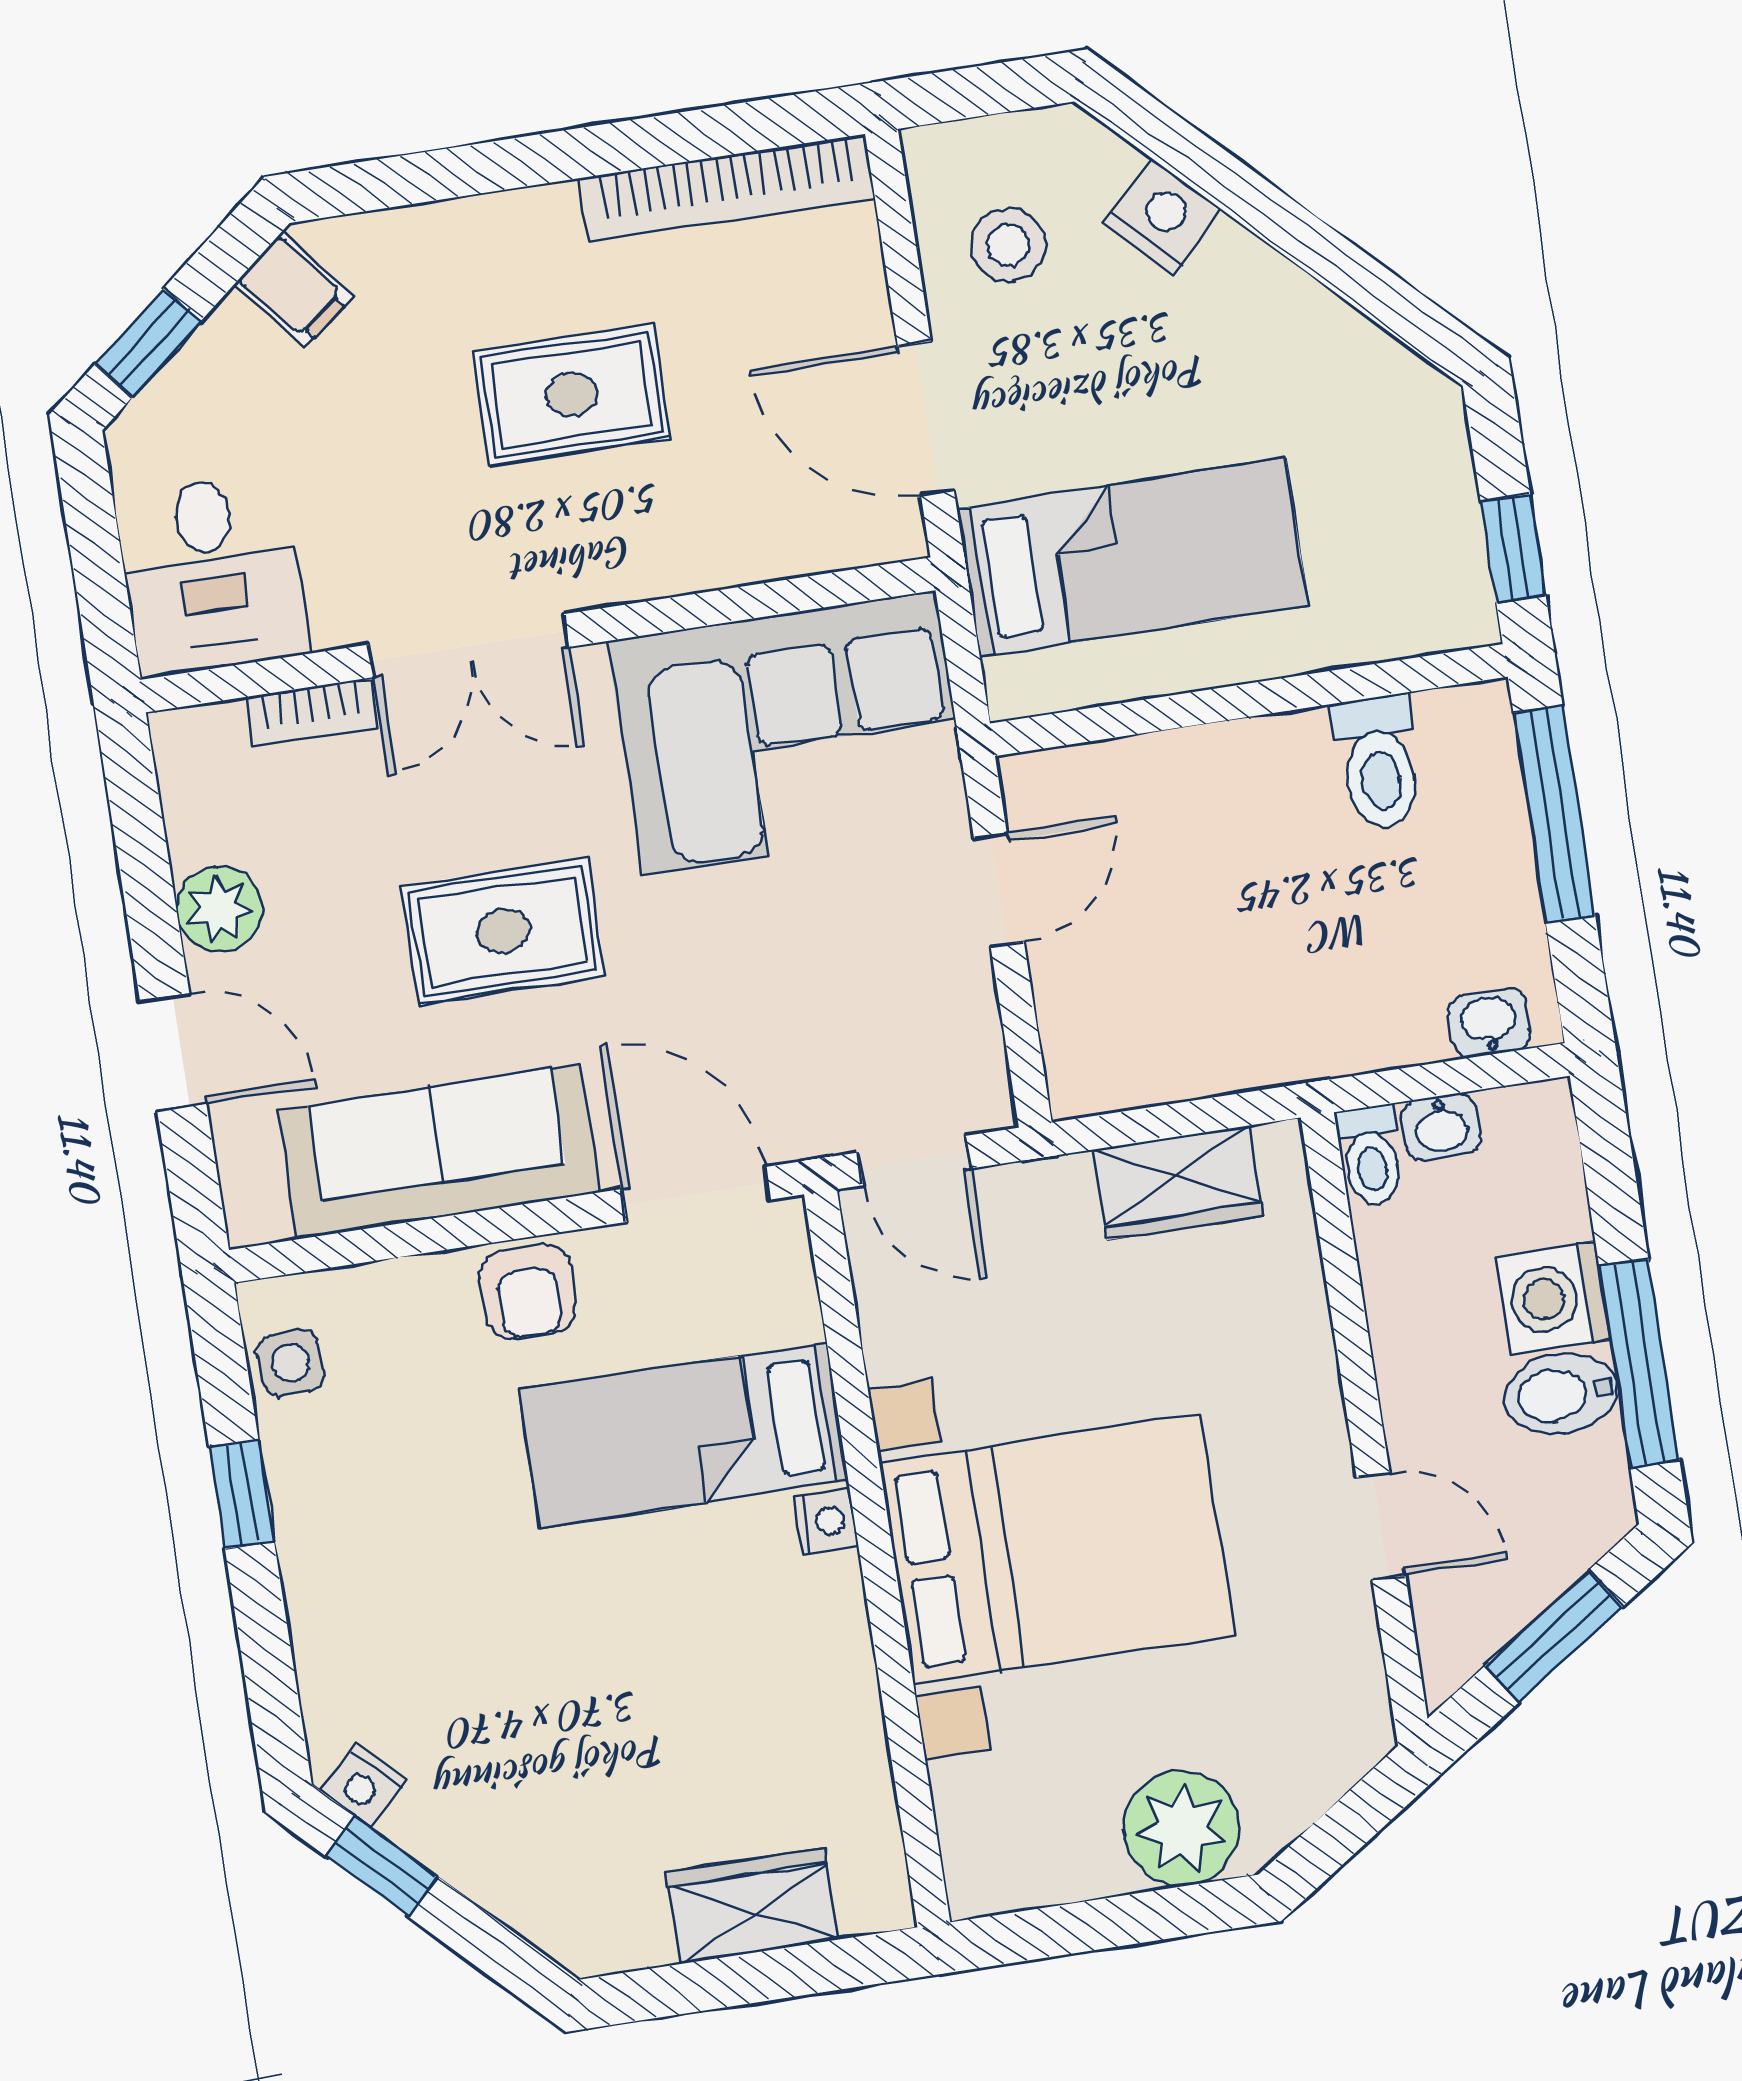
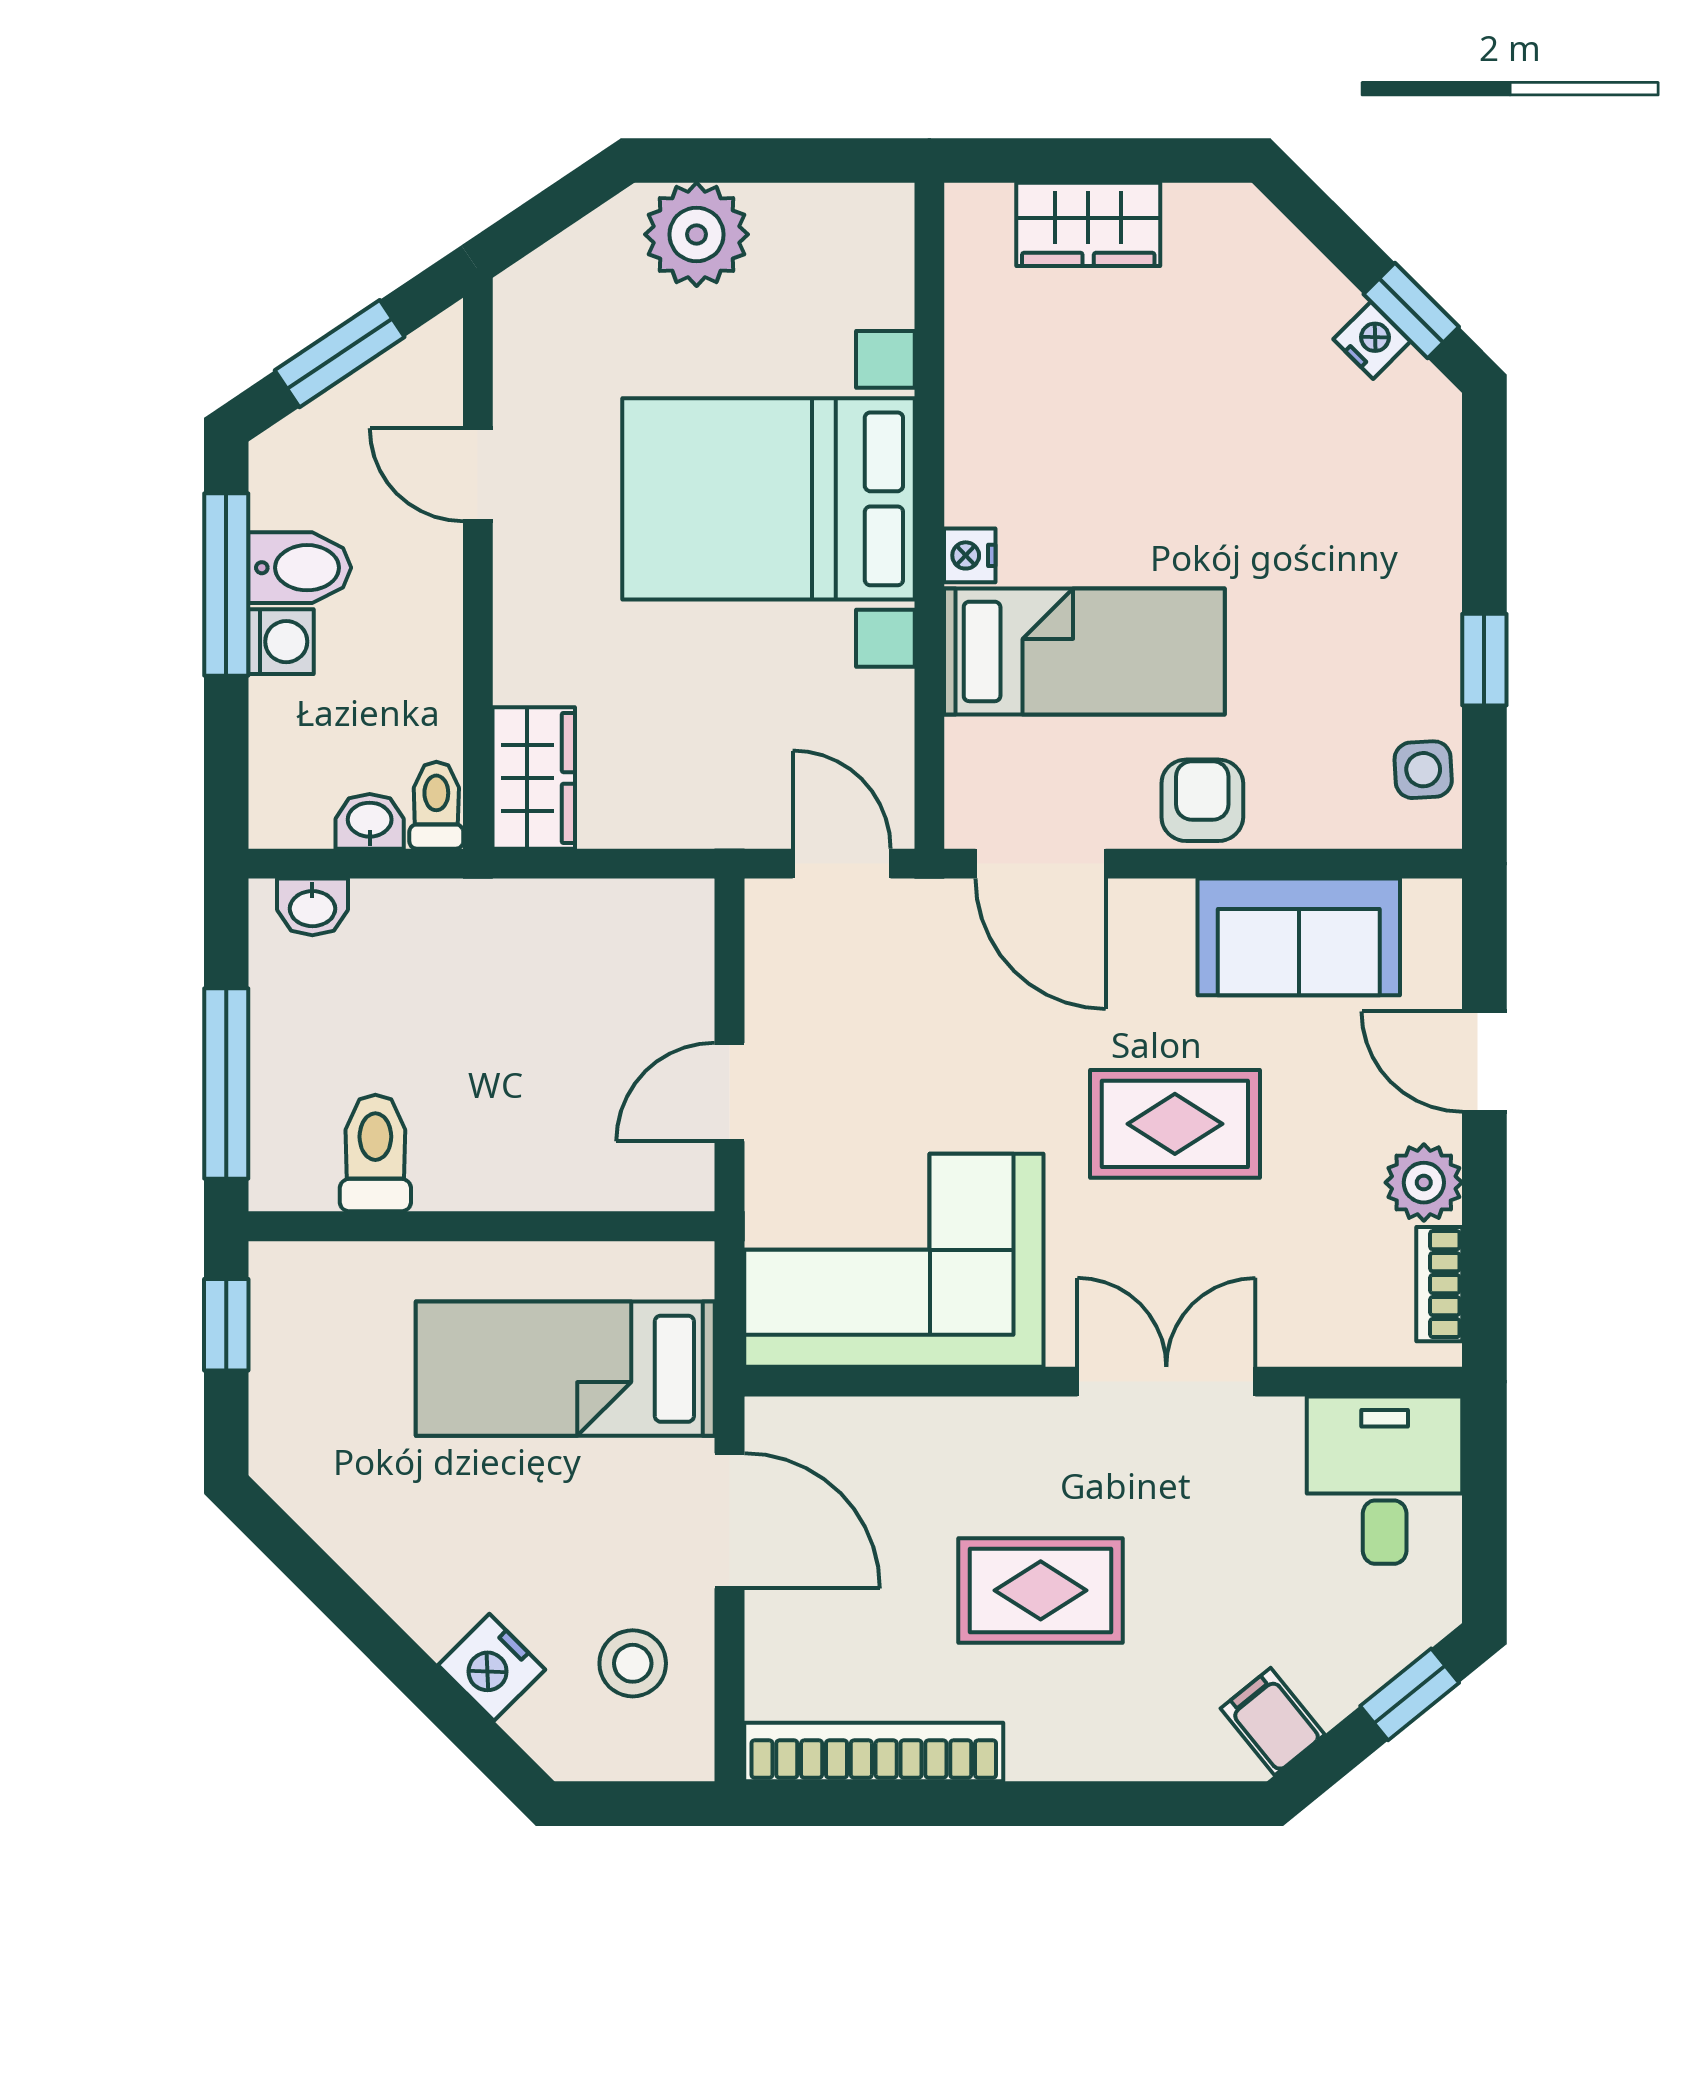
bookcase: (312, 712) -> (1439, 1284), moved, turned -90
sofa: (439, 1151) -> (1299, 937), width x0.73
wardrobe: (1178, 1183) -> (534, 778), moved, turned 90
washing machine: (1554, 1298) -> (281, 642), width x0.73, depth x0.73
nightstand: (363, 1785) -> (1372, 340), moved

